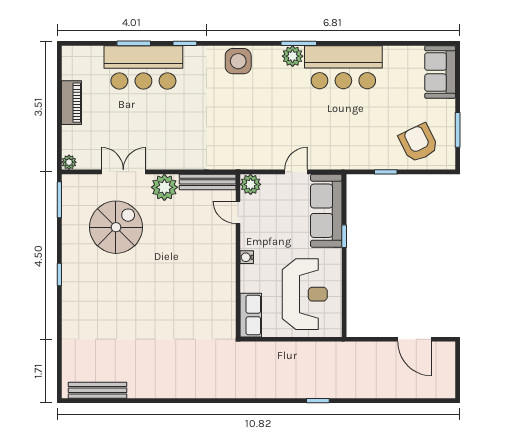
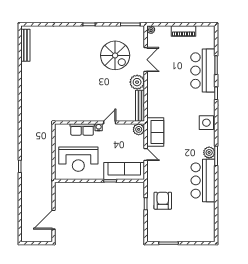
sofa: (440, 72) -> (155, 132), moved, turned 90
armchair: (418, 143) -> (163, 201), moved, turned -64
door: (238, 212) -> (110, 123), moved
row of seats: (251, 315) -> (82, 130), moved

